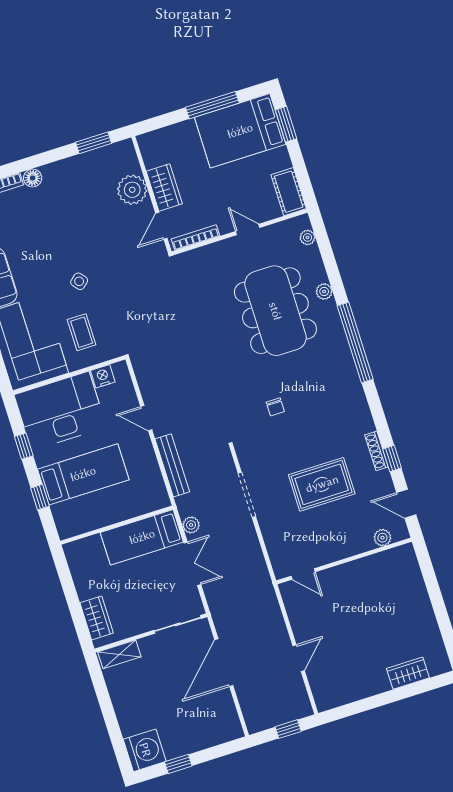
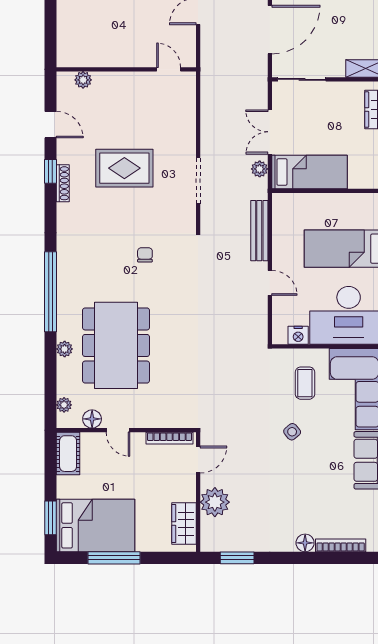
wardrobe: (164, 187) -> (184, 524), moved
floor lamp: (276, 232) -> (92, 419), added
plant: (382, 538) -> (83, 80), moved
wall: (344, 561) -> (126, 69), moved
door: (303, 574) -> (169, 69), moved

